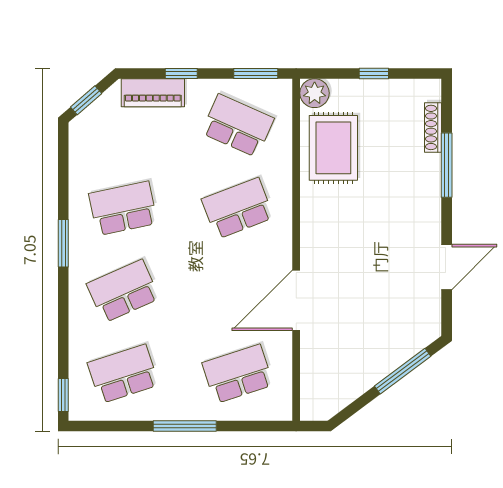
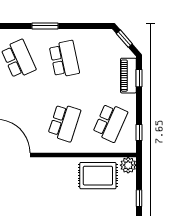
window: (181, 74) -> (139, 78), moved
window: (256, 74) -> (139, 133), width x0.67
school desk: (238, 208) -> (64, 123), turned 39

